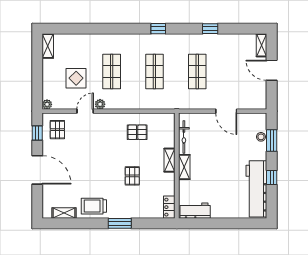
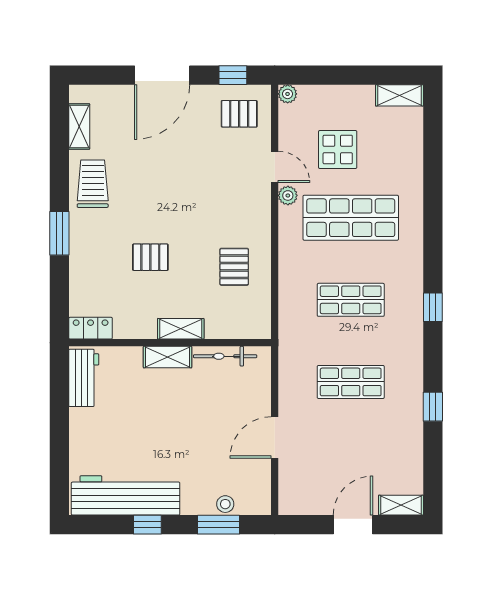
shop shelf: (112, 71) -> (351, 218), width x1.43, depth x1.36

